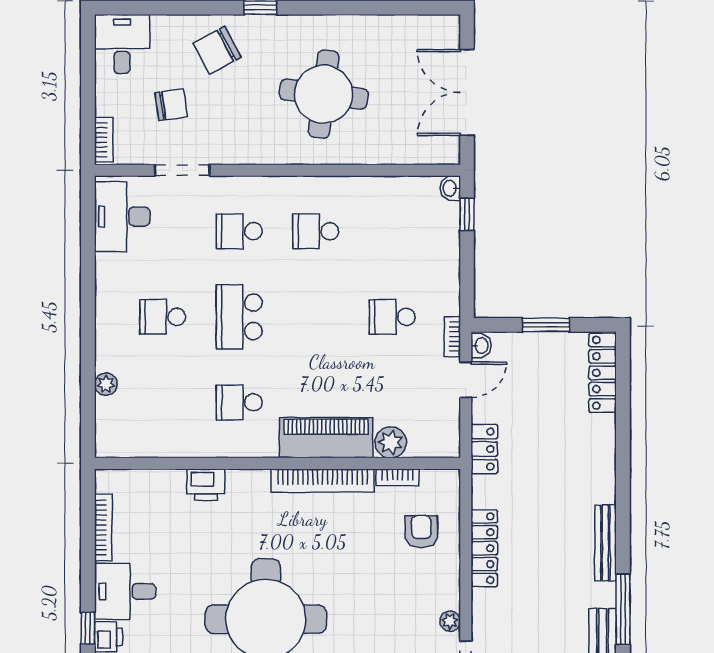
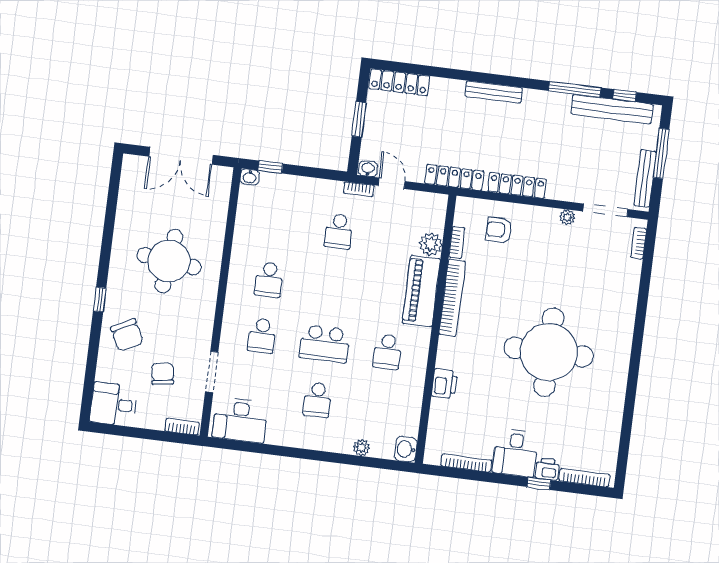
washbasin: (111, 444) -> (406, 449), added
locker: (484, 449) -> (454, 177), width x1.53
bench: (606, 543) -> (494, 92), moved

